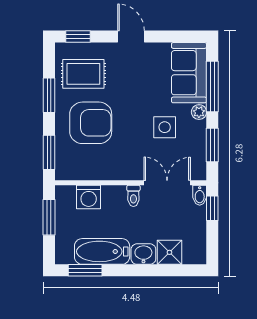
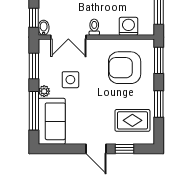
window: (78, 37) -> (124, 149), moved
armchair: (91, 123) -> (125, 68), moved

